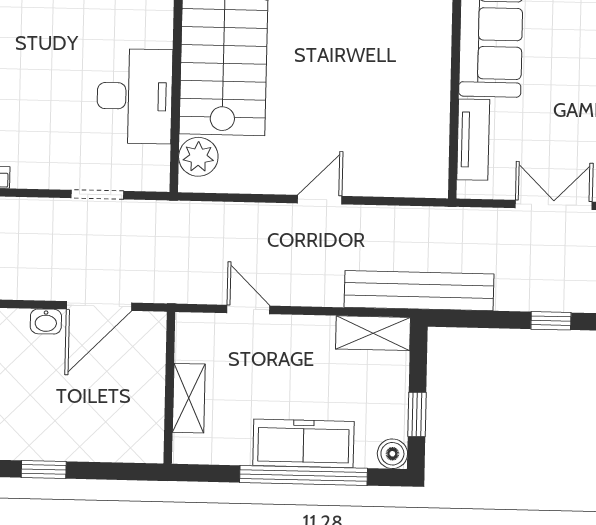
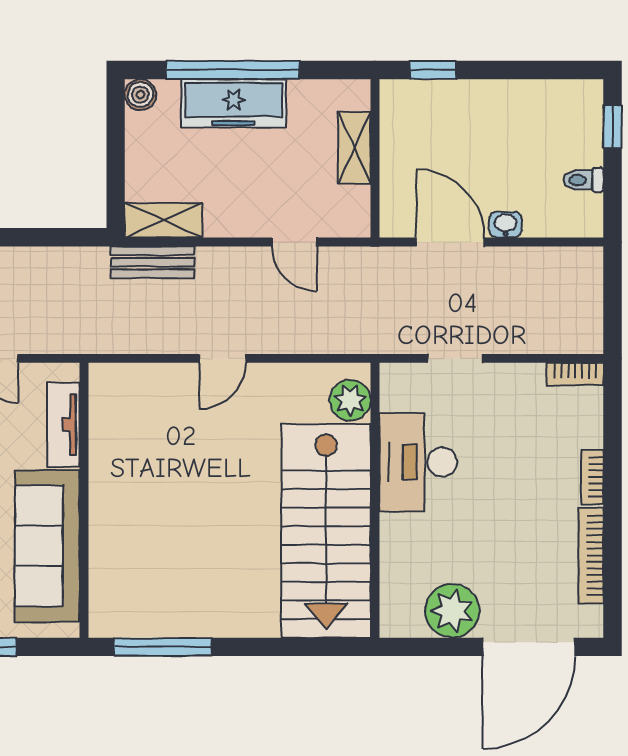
bench: (419, 291) -> (153, 262), width x0.54, depth x0.82
door: (99, 306) -> (450, 242), hinge flipped
window: (417, 414) -> (116, 136), removed
window: (44, 470) -> (433, 70), moved

